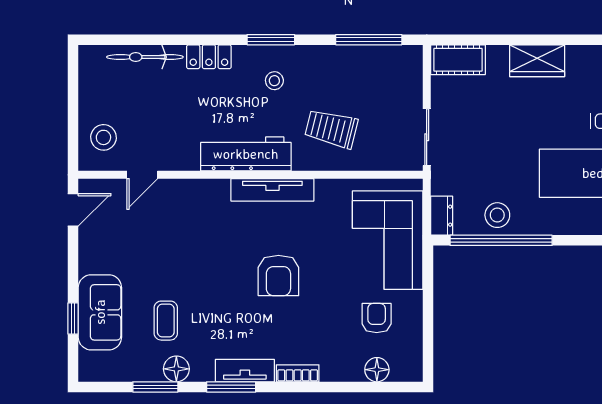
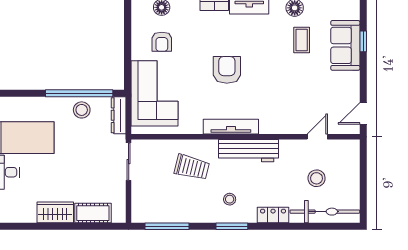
bicycle: (145, 57) -> (325, 212), width x1.37, depth x1.40
cot: (458, 60) -> (93, 213), moved
stool: (103, 137) -> (317, 178), moved
dresser: (442, 216) -> (119, 115), width x1.44

